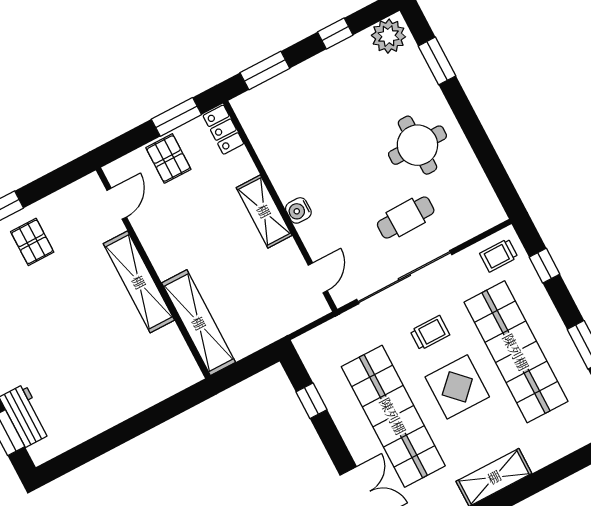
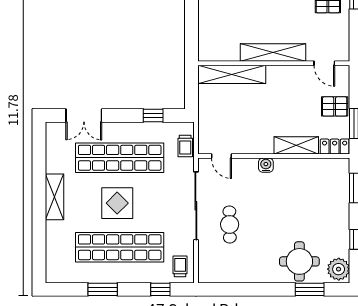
round table: (417, 145) -> (299, 261), moved
shelving: (264, 211) -> (296, 145), moved
trolley: (430, 333) -> (185, 146), moved

